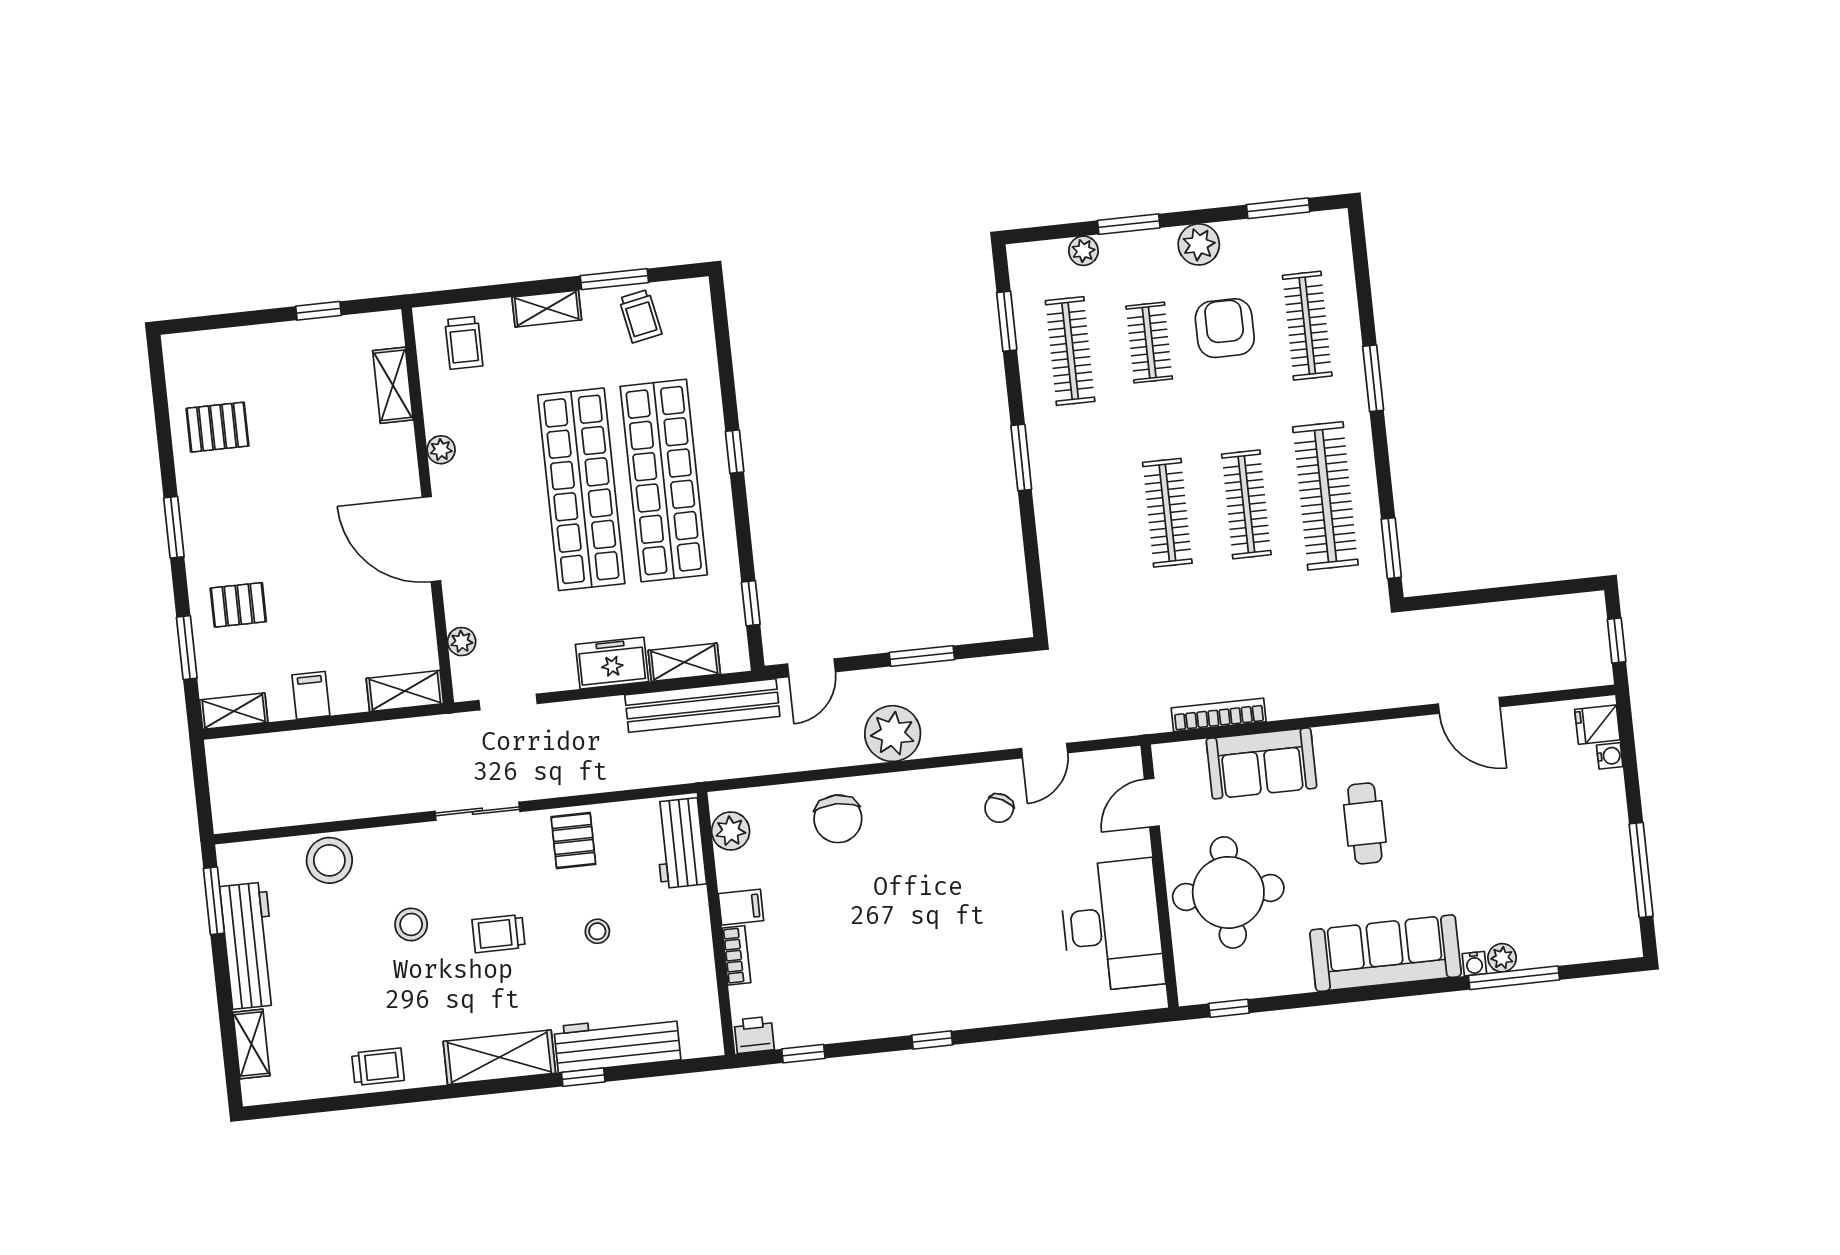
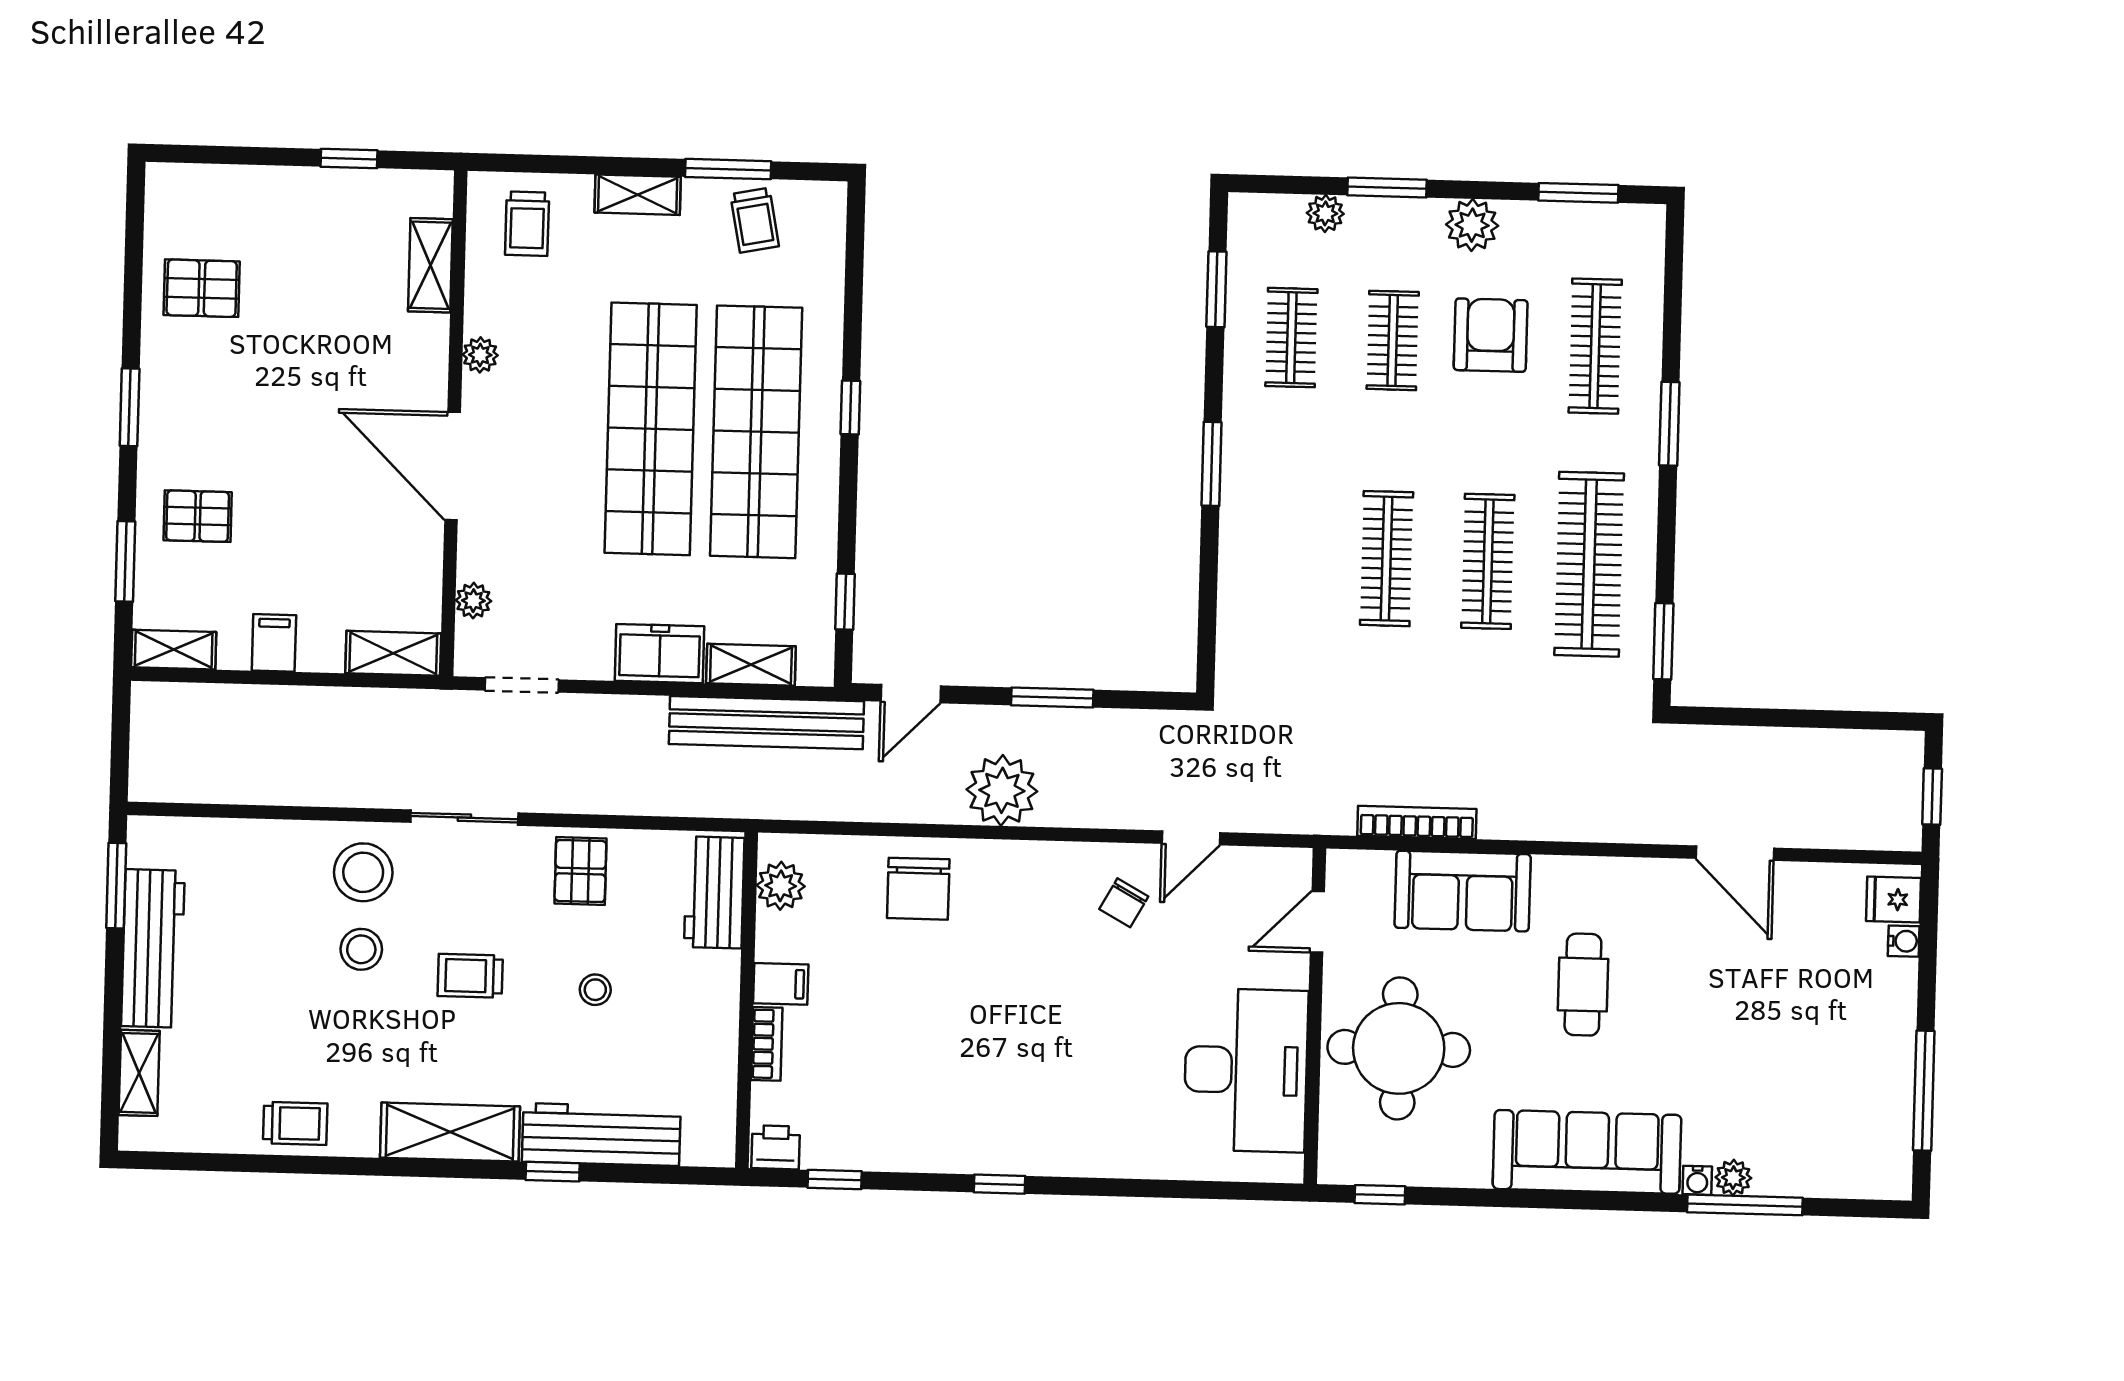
clothes rail: (1070, 351) -> (1291, 338), width x0.73
stool: (329, 860) -> (363, 872), moved

